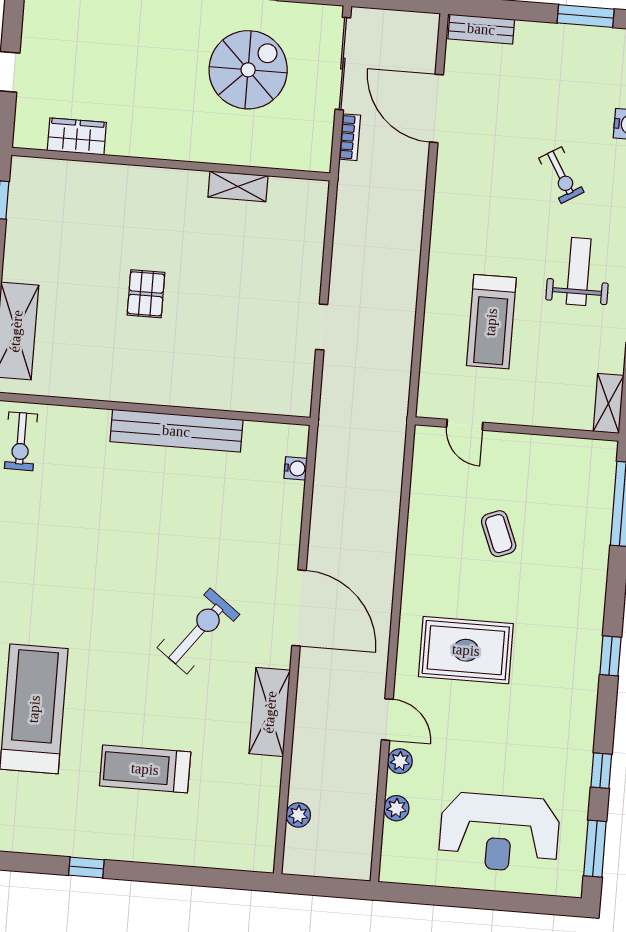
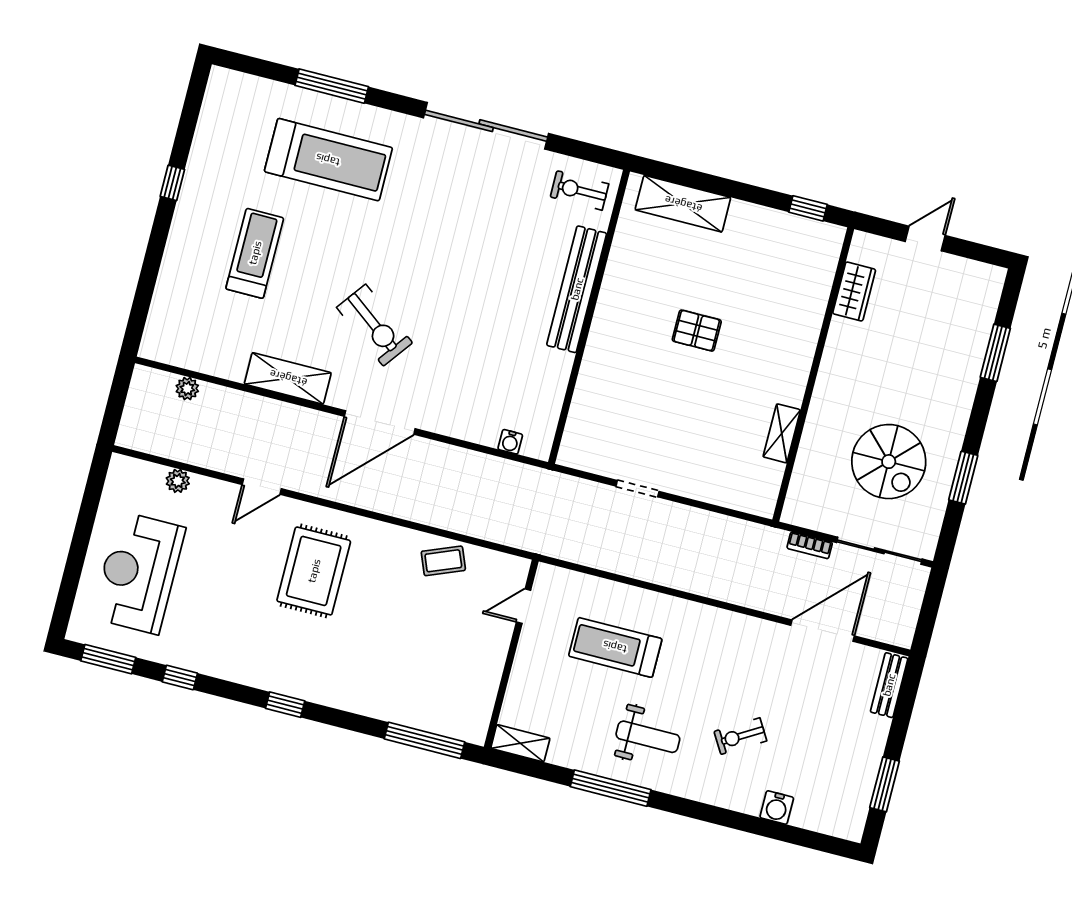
bench: (176, 431) -> (577, 289), moved
coffee table: (499, 534) -> (443, 561), moved
plant: (400, 761) -> (221, 492), removed

